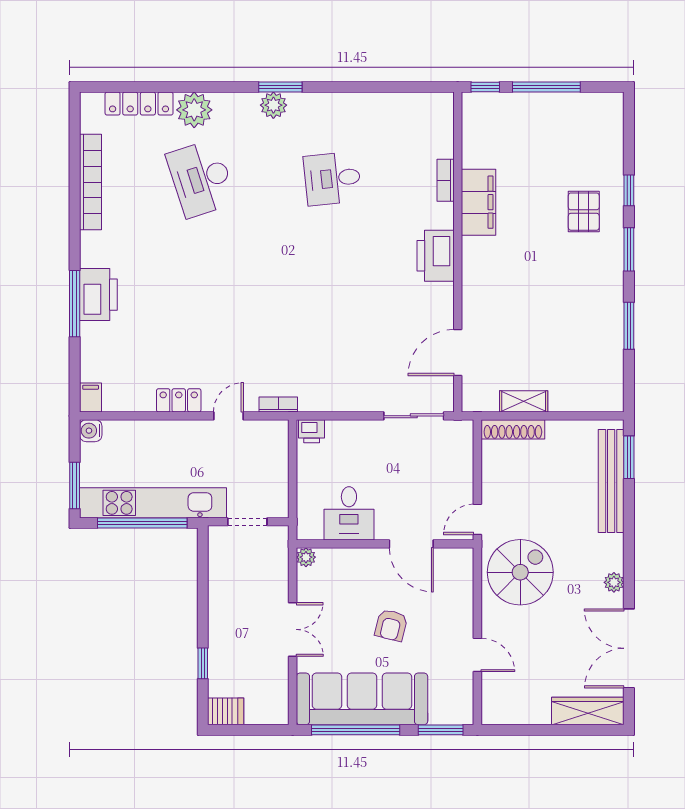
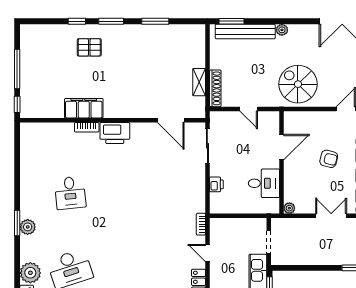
bookcase: (446, 180) -> (87, 127), moved
printer: (312, 431) -> (216, 184), moved
door: (477, 519) -> (249, 109), moved
plant: (614, 582) -> (282, 30), moved

